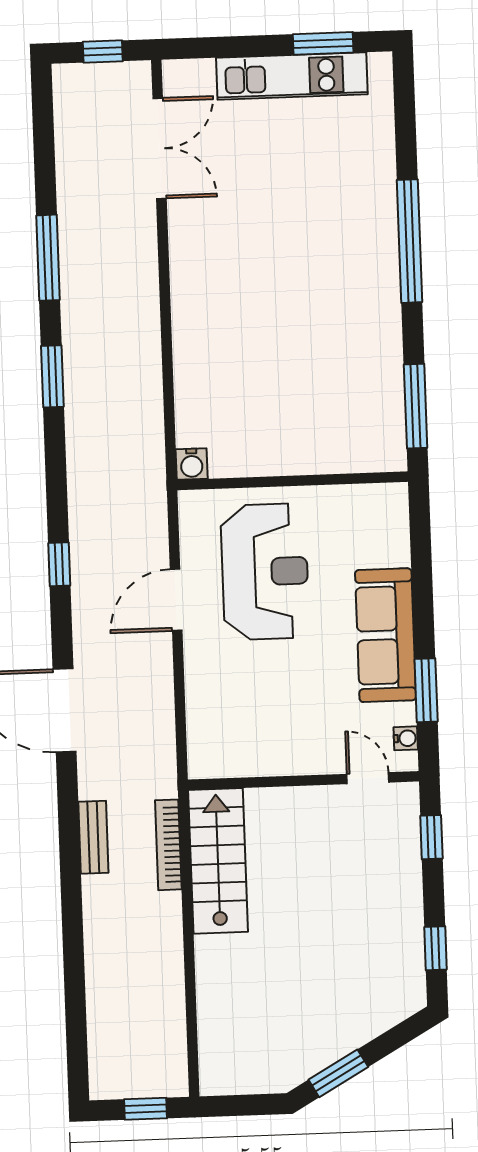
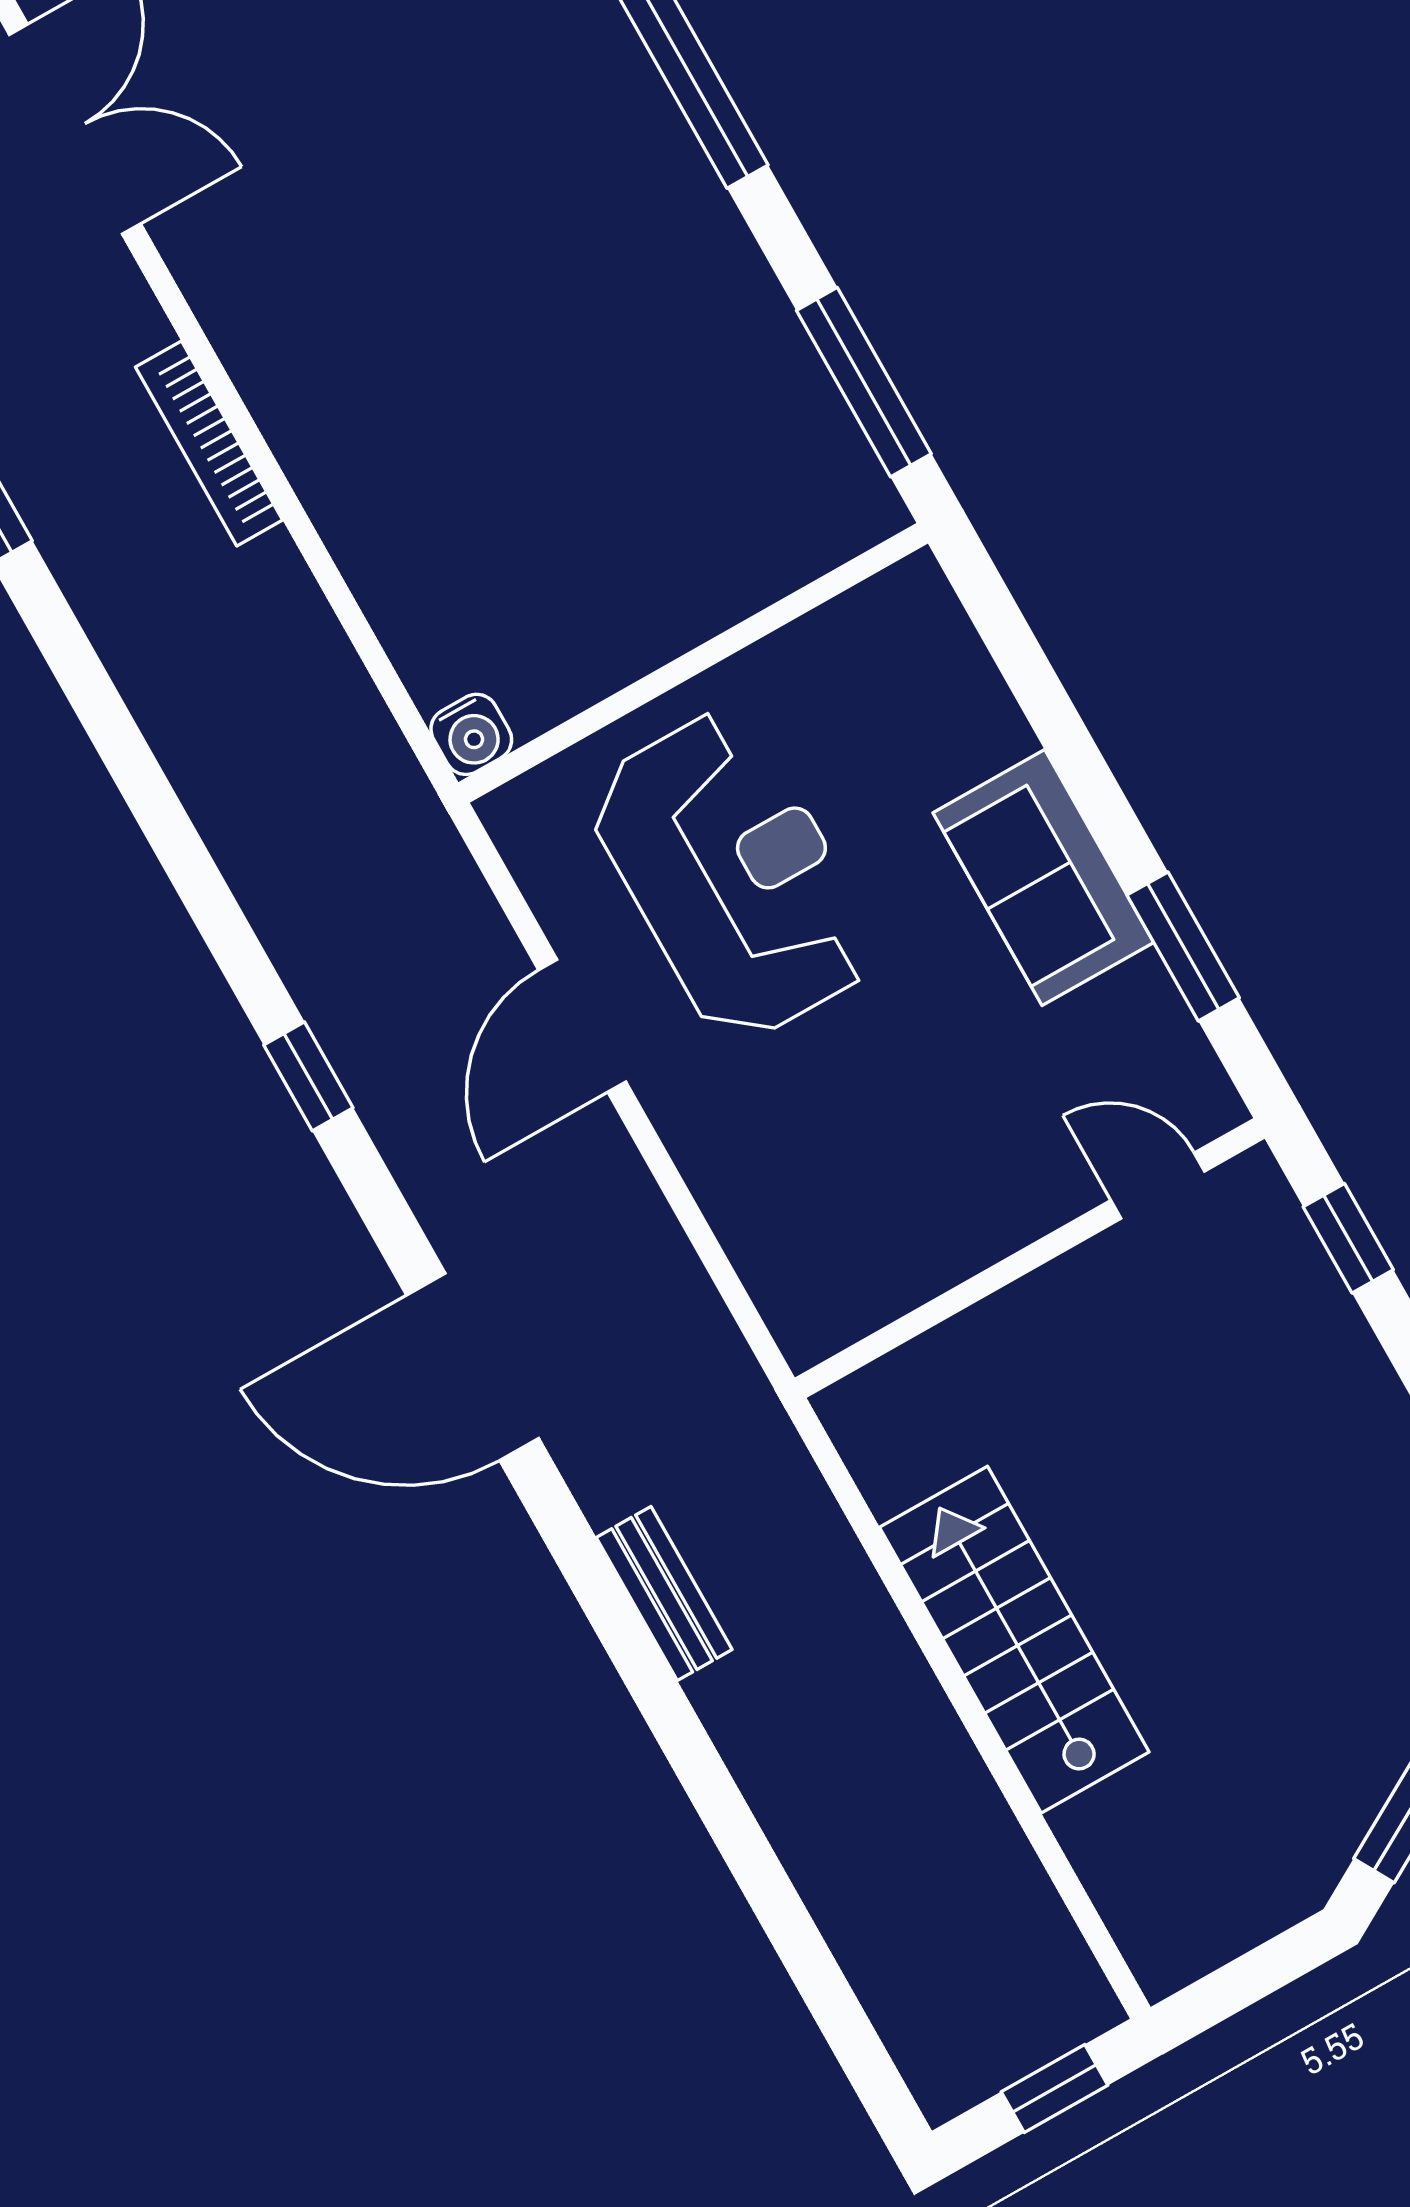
window: (52, 376) -> (97, 703), removed
sofa: (385, 635) -> (1043, 878), width x0.73
water cooler: (406, 738) -> (1193, 1065), removed
bookcase: (168, 845) -> (209, 444), moved
stairs: (218, 861) -> (1014, 1640), moved

